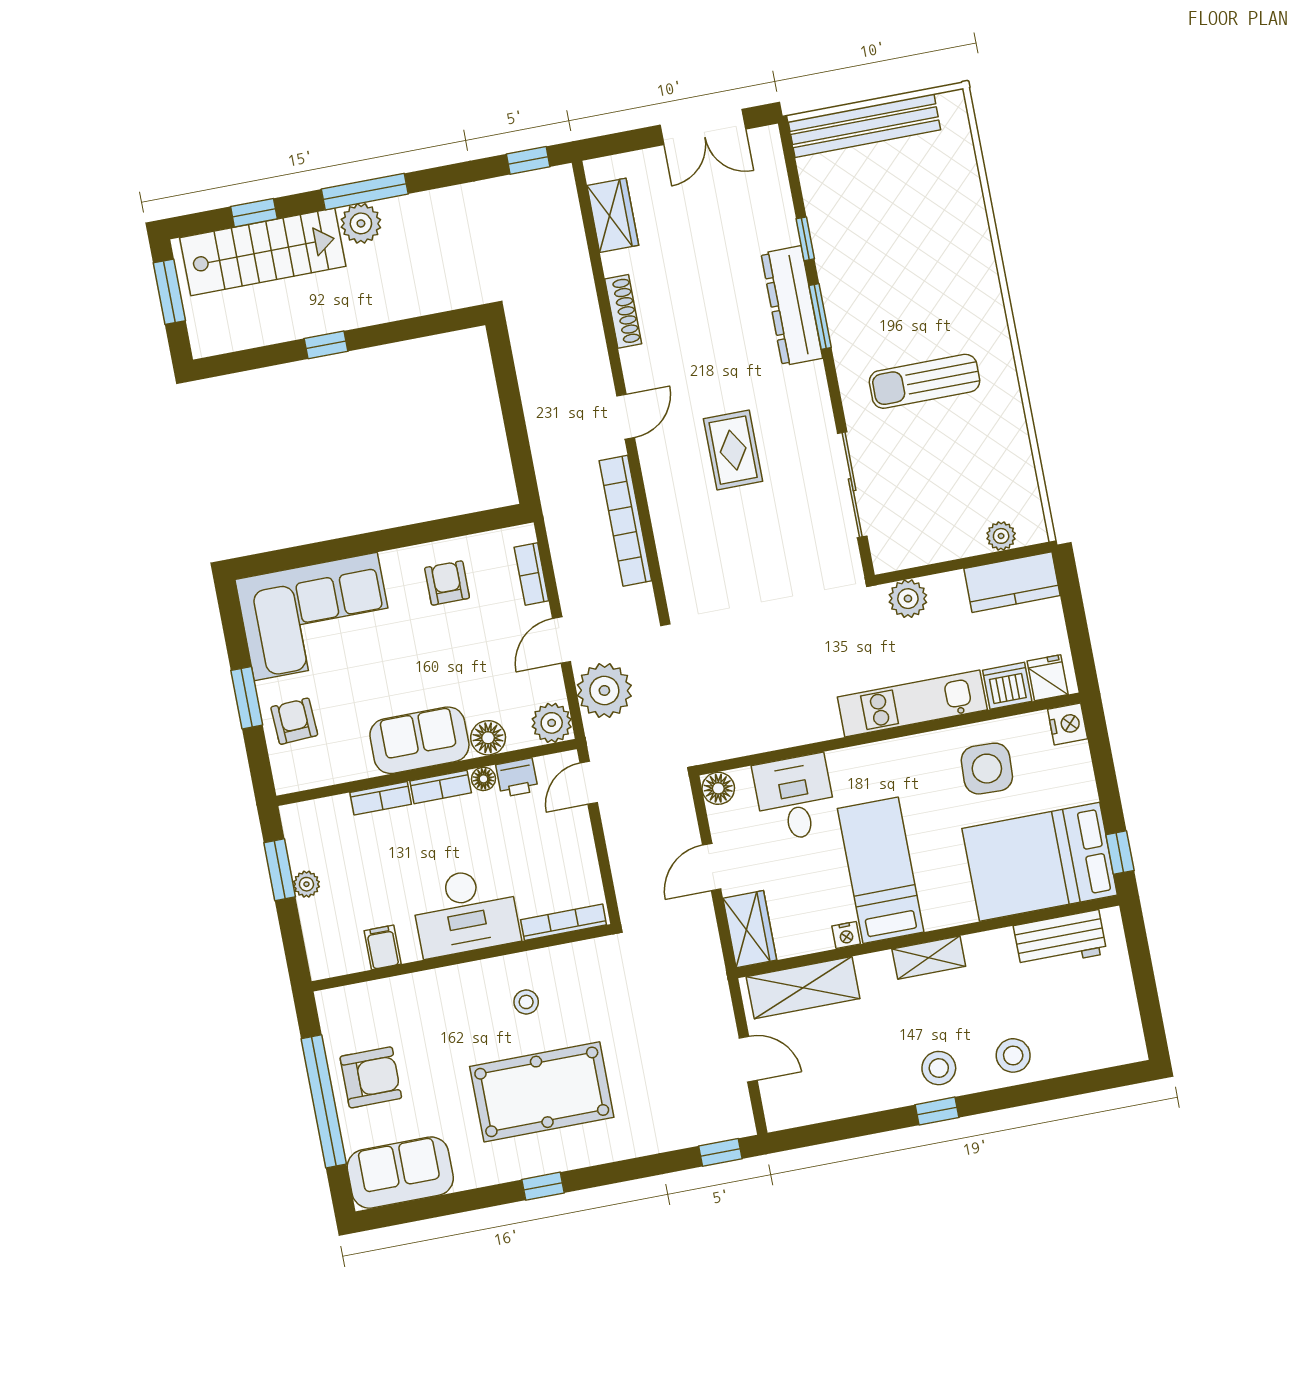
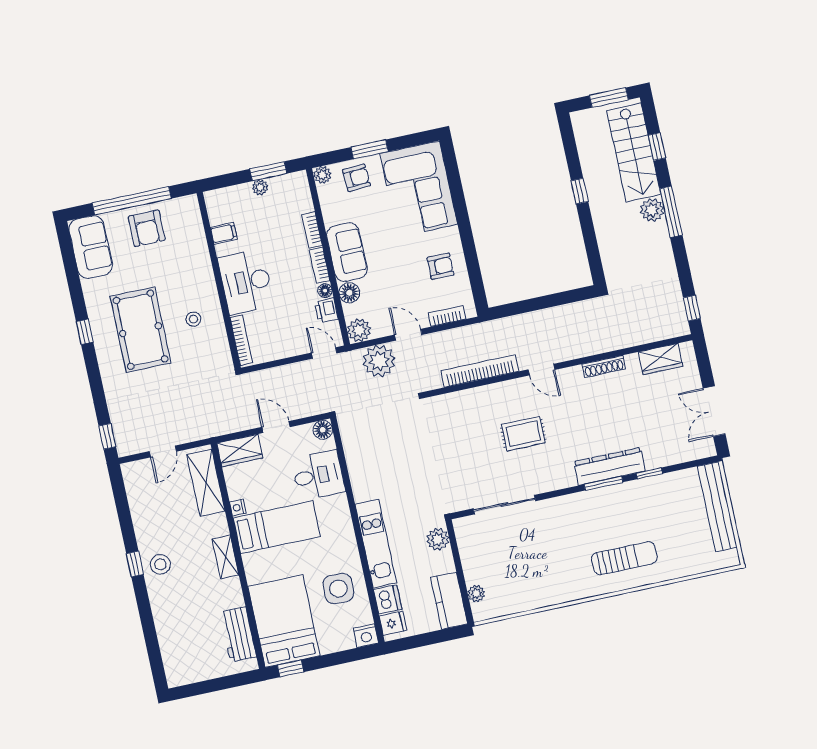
sun lounger: (925, 381) -> (624, 558), moved, turned 90
plant: (288, 778) -> (322, 175), added
stool: (1013, 1055) -> (169, 608), removed

